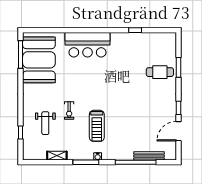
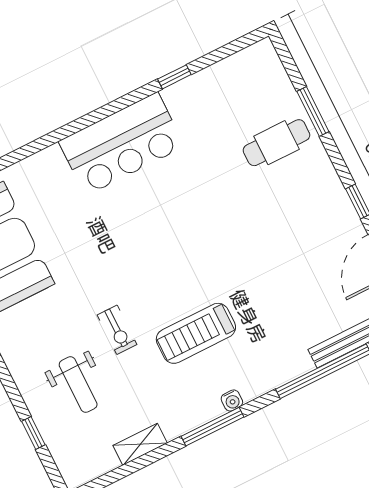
bar counter: (87, 45) -> (122, 144), moved
treadmill: (97, 126) -> (196, 333), turned 90

